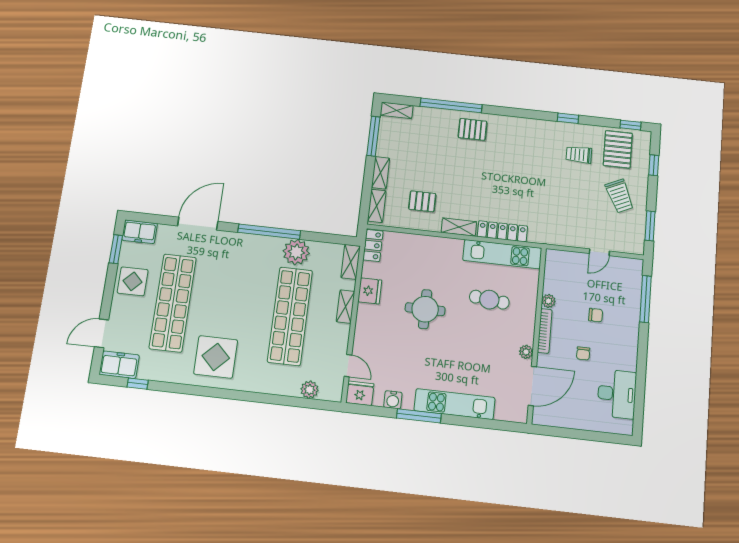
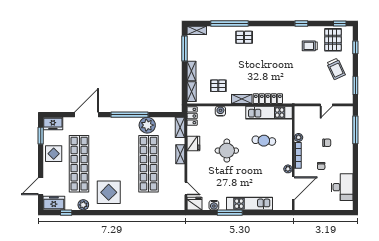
water cooler: (421, 243) -> (220, 111), added
plant: (310, 390) -> (83, 205), moved

